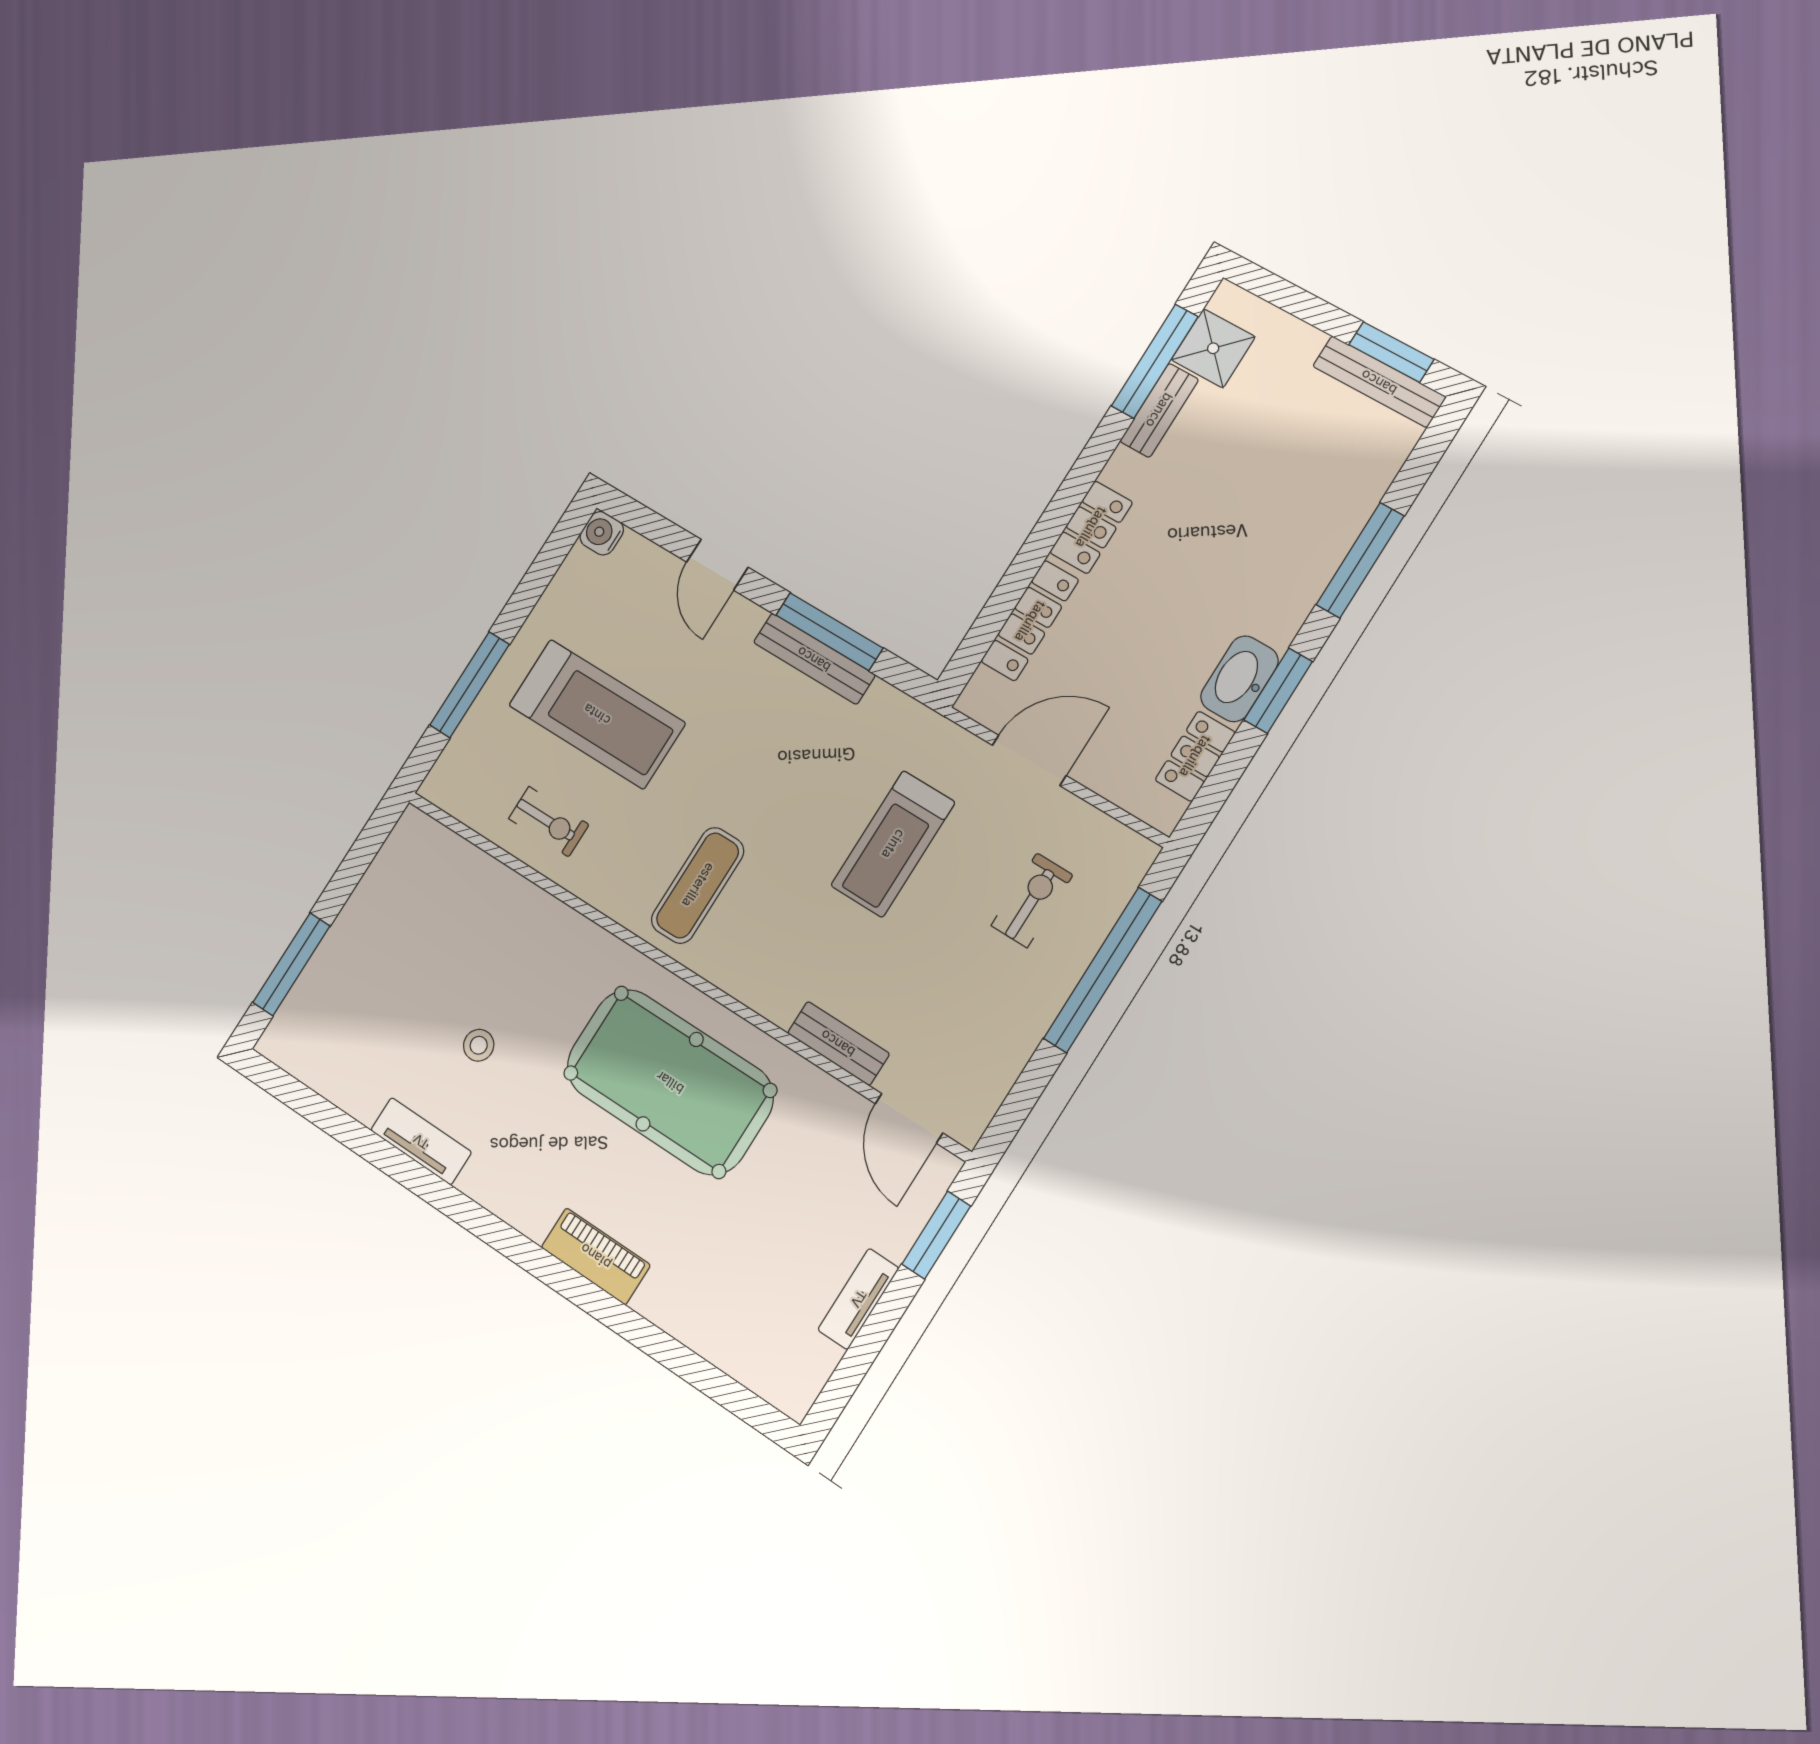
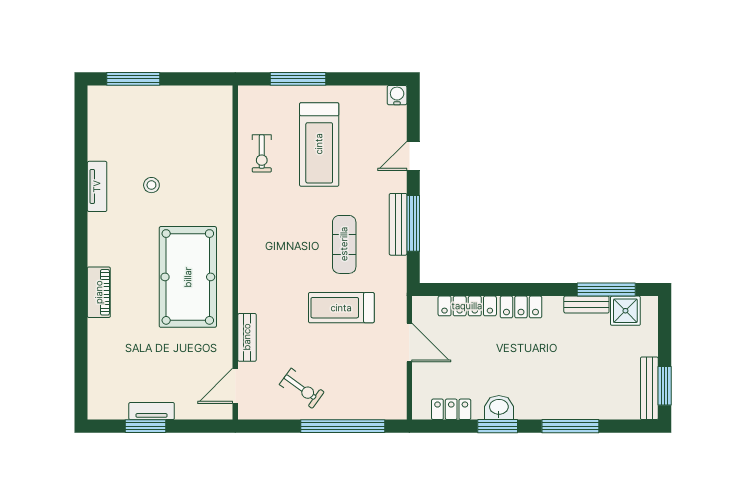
washbasin: (1239, 679) -> (499, 408), width x0.72
exercise mat: (698, 885) -> (344, 244), moved, turned 90
exercise bike: (1032, 900) -> (302, 388), moved, turned 36
window: (936, 1235) -> (146, 426), moved

